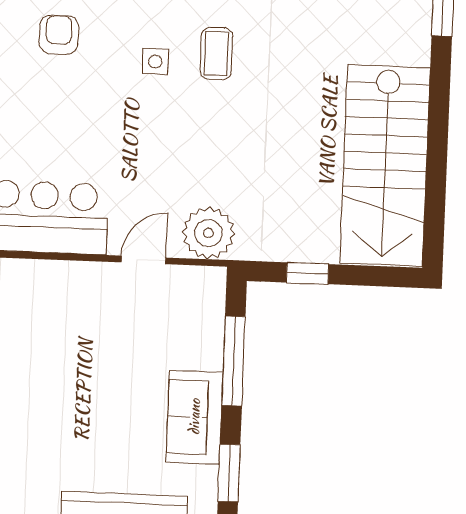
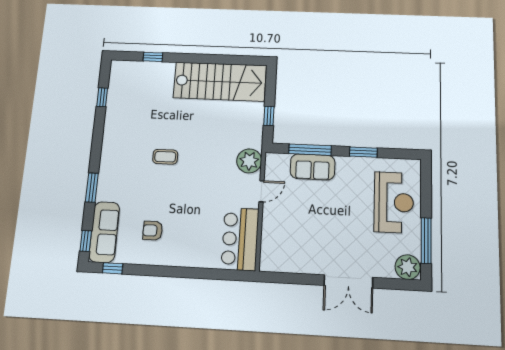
side table: (155, 62) -> (168, 185), removed
door: (144, 260) -> (262, 191), swing flipped
sofa: (194, 417) -> (313, 167), moved

